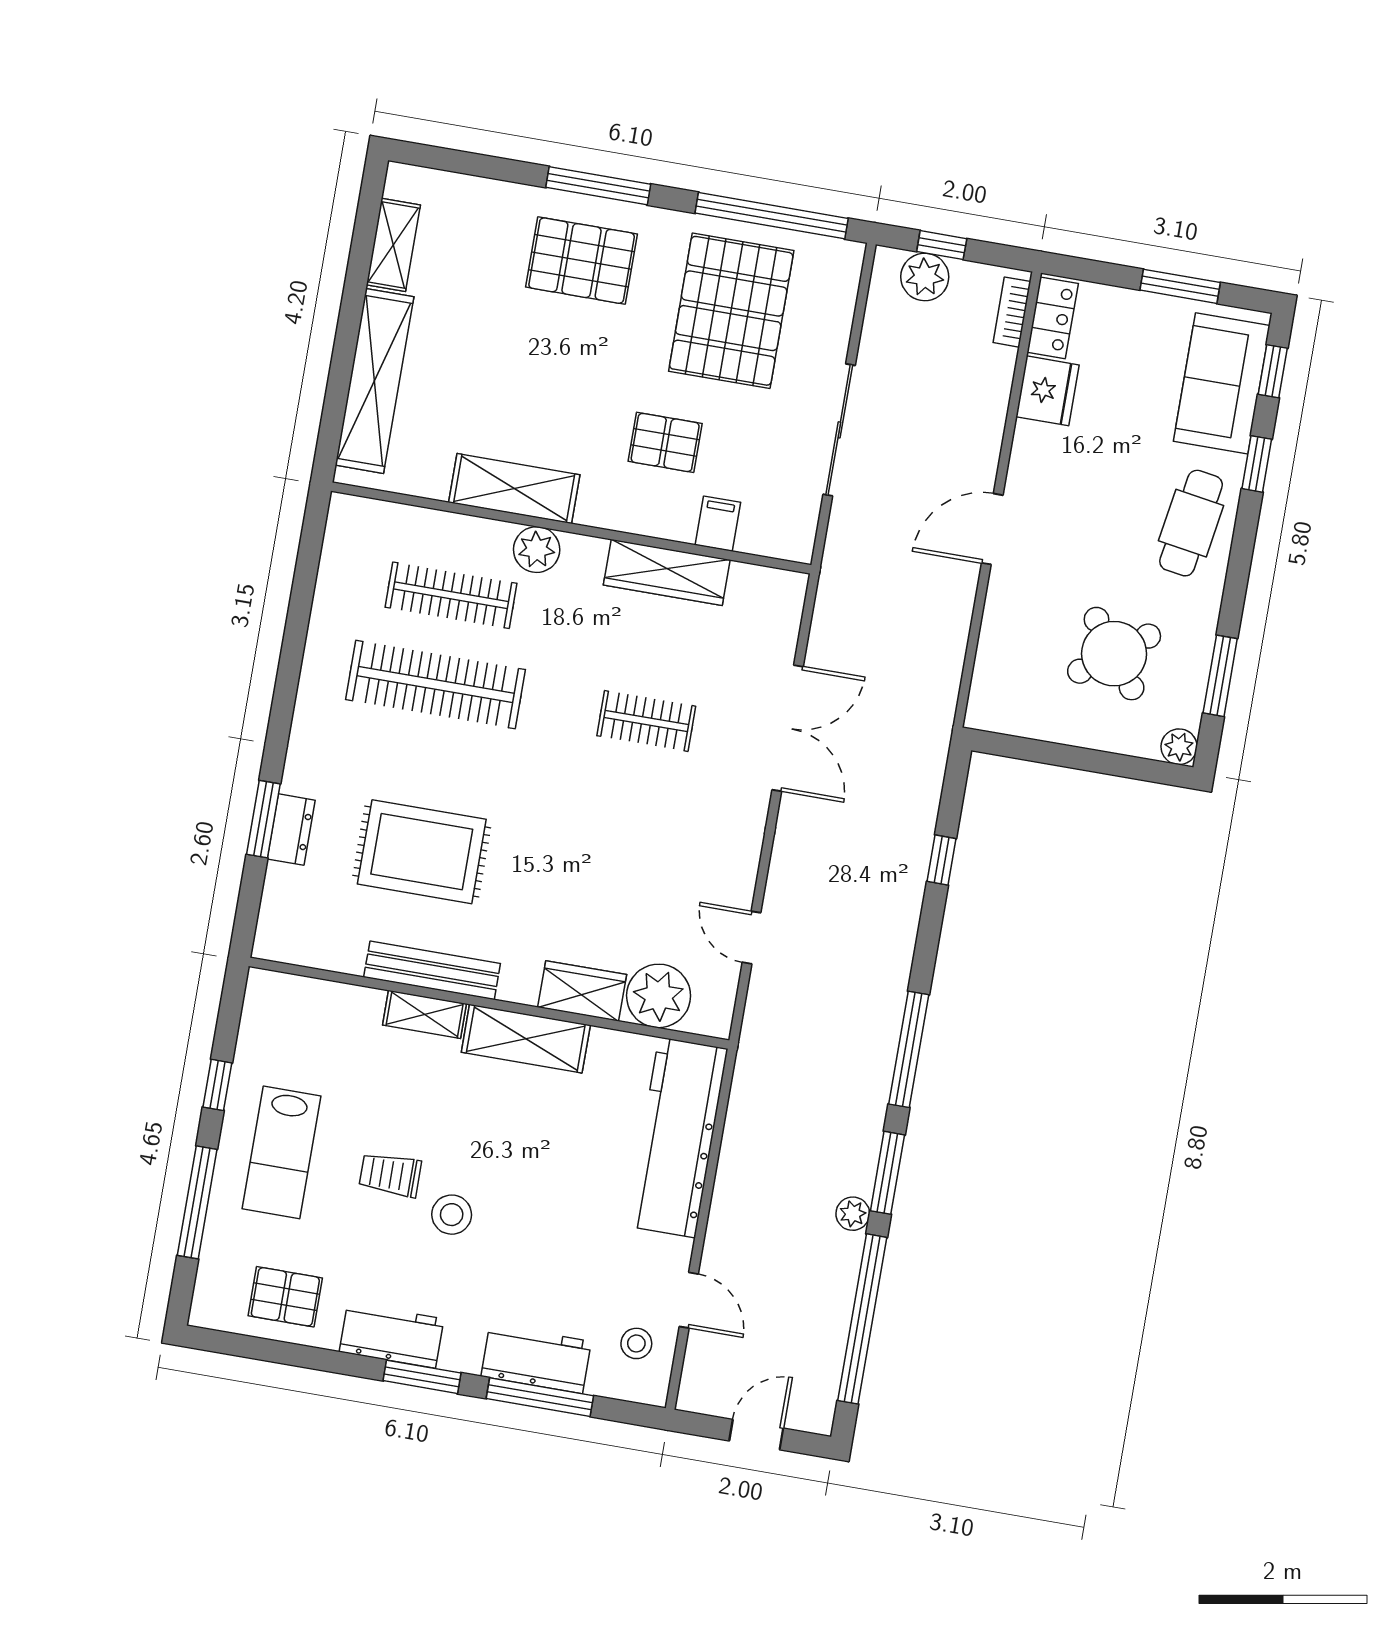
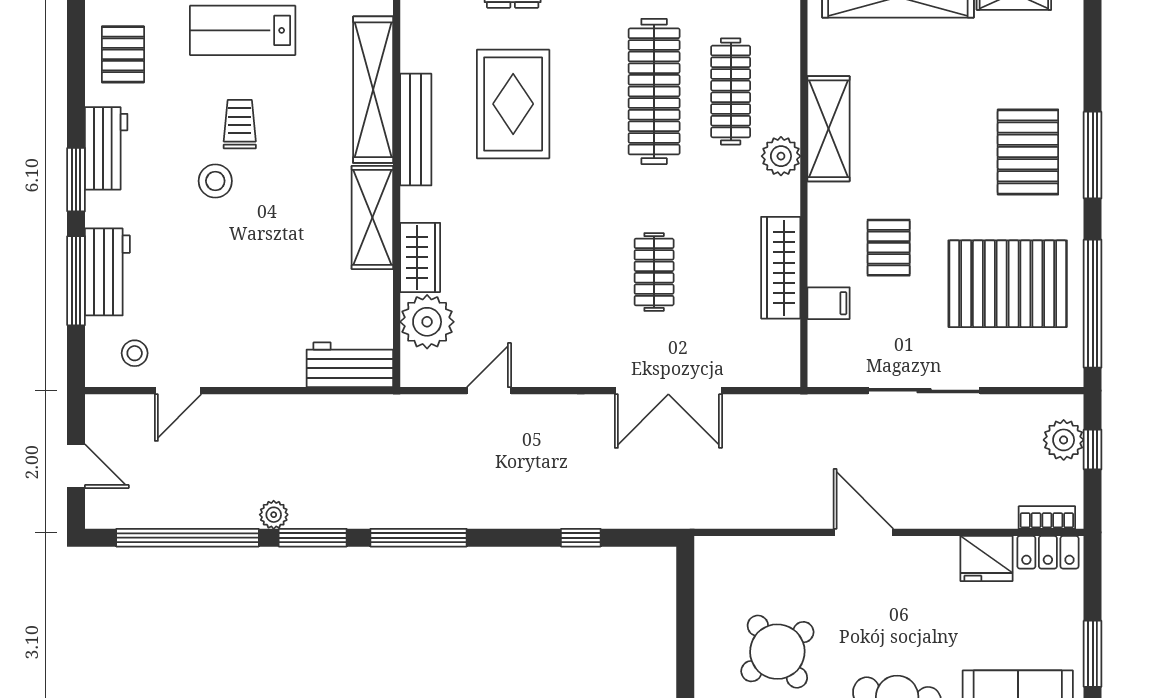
shelving: (425, 1014) -> (373, 90), width x2.20, depth x1.33
workbench: (677, 1137) -> (350, 365), width x0.53, depth x0.76

